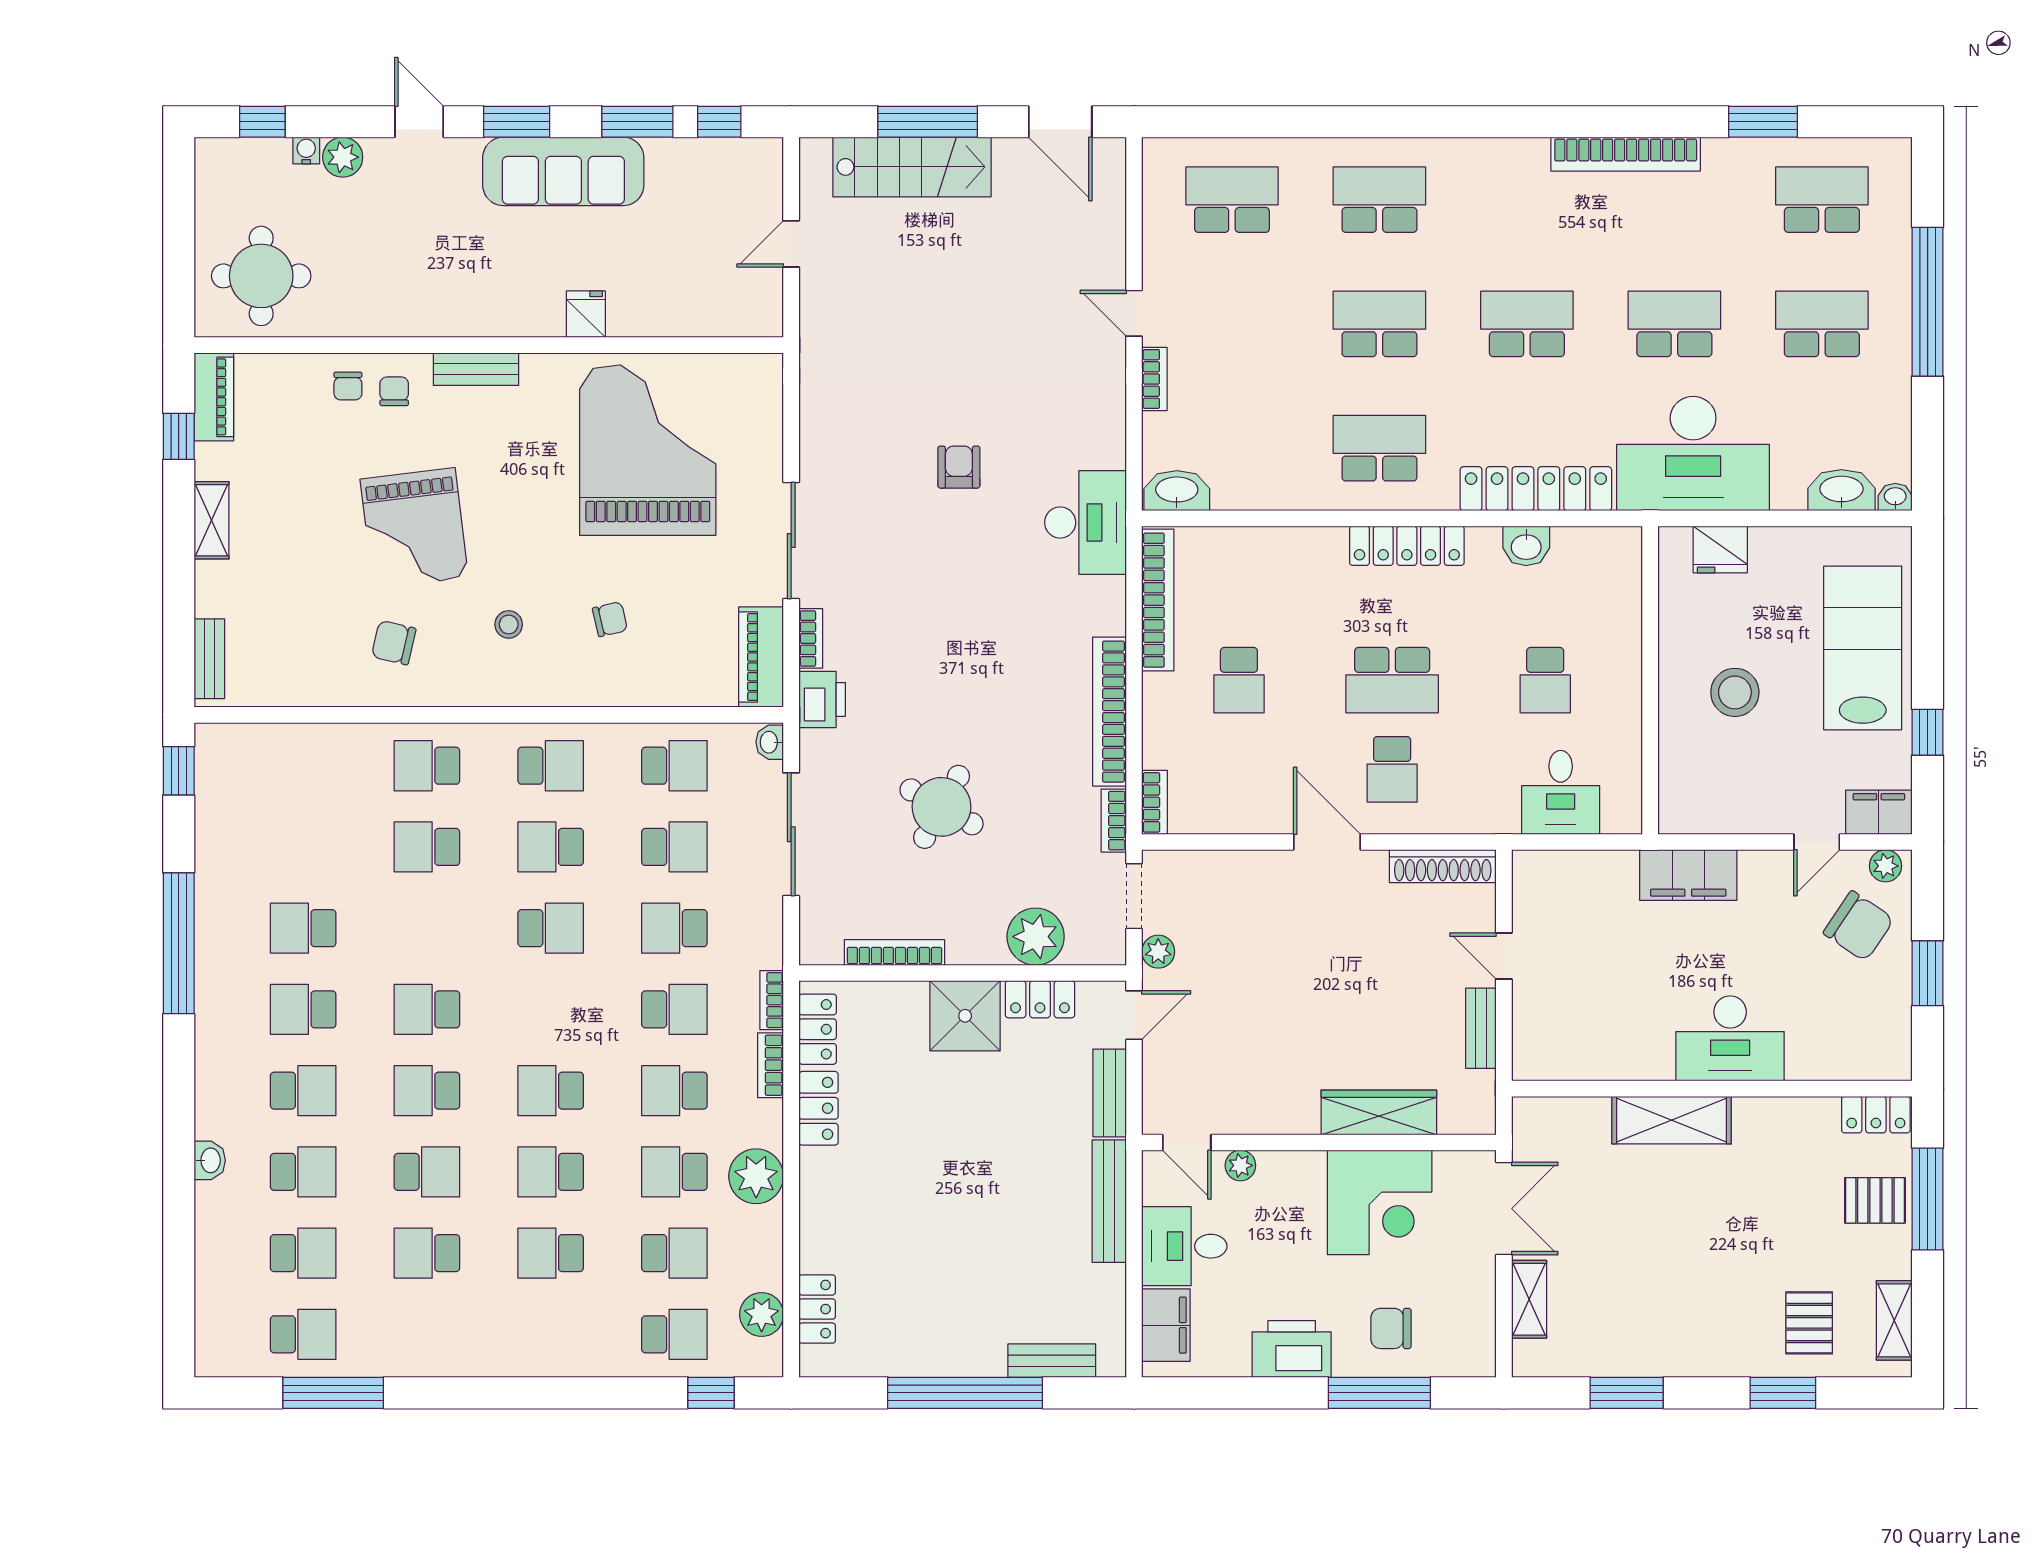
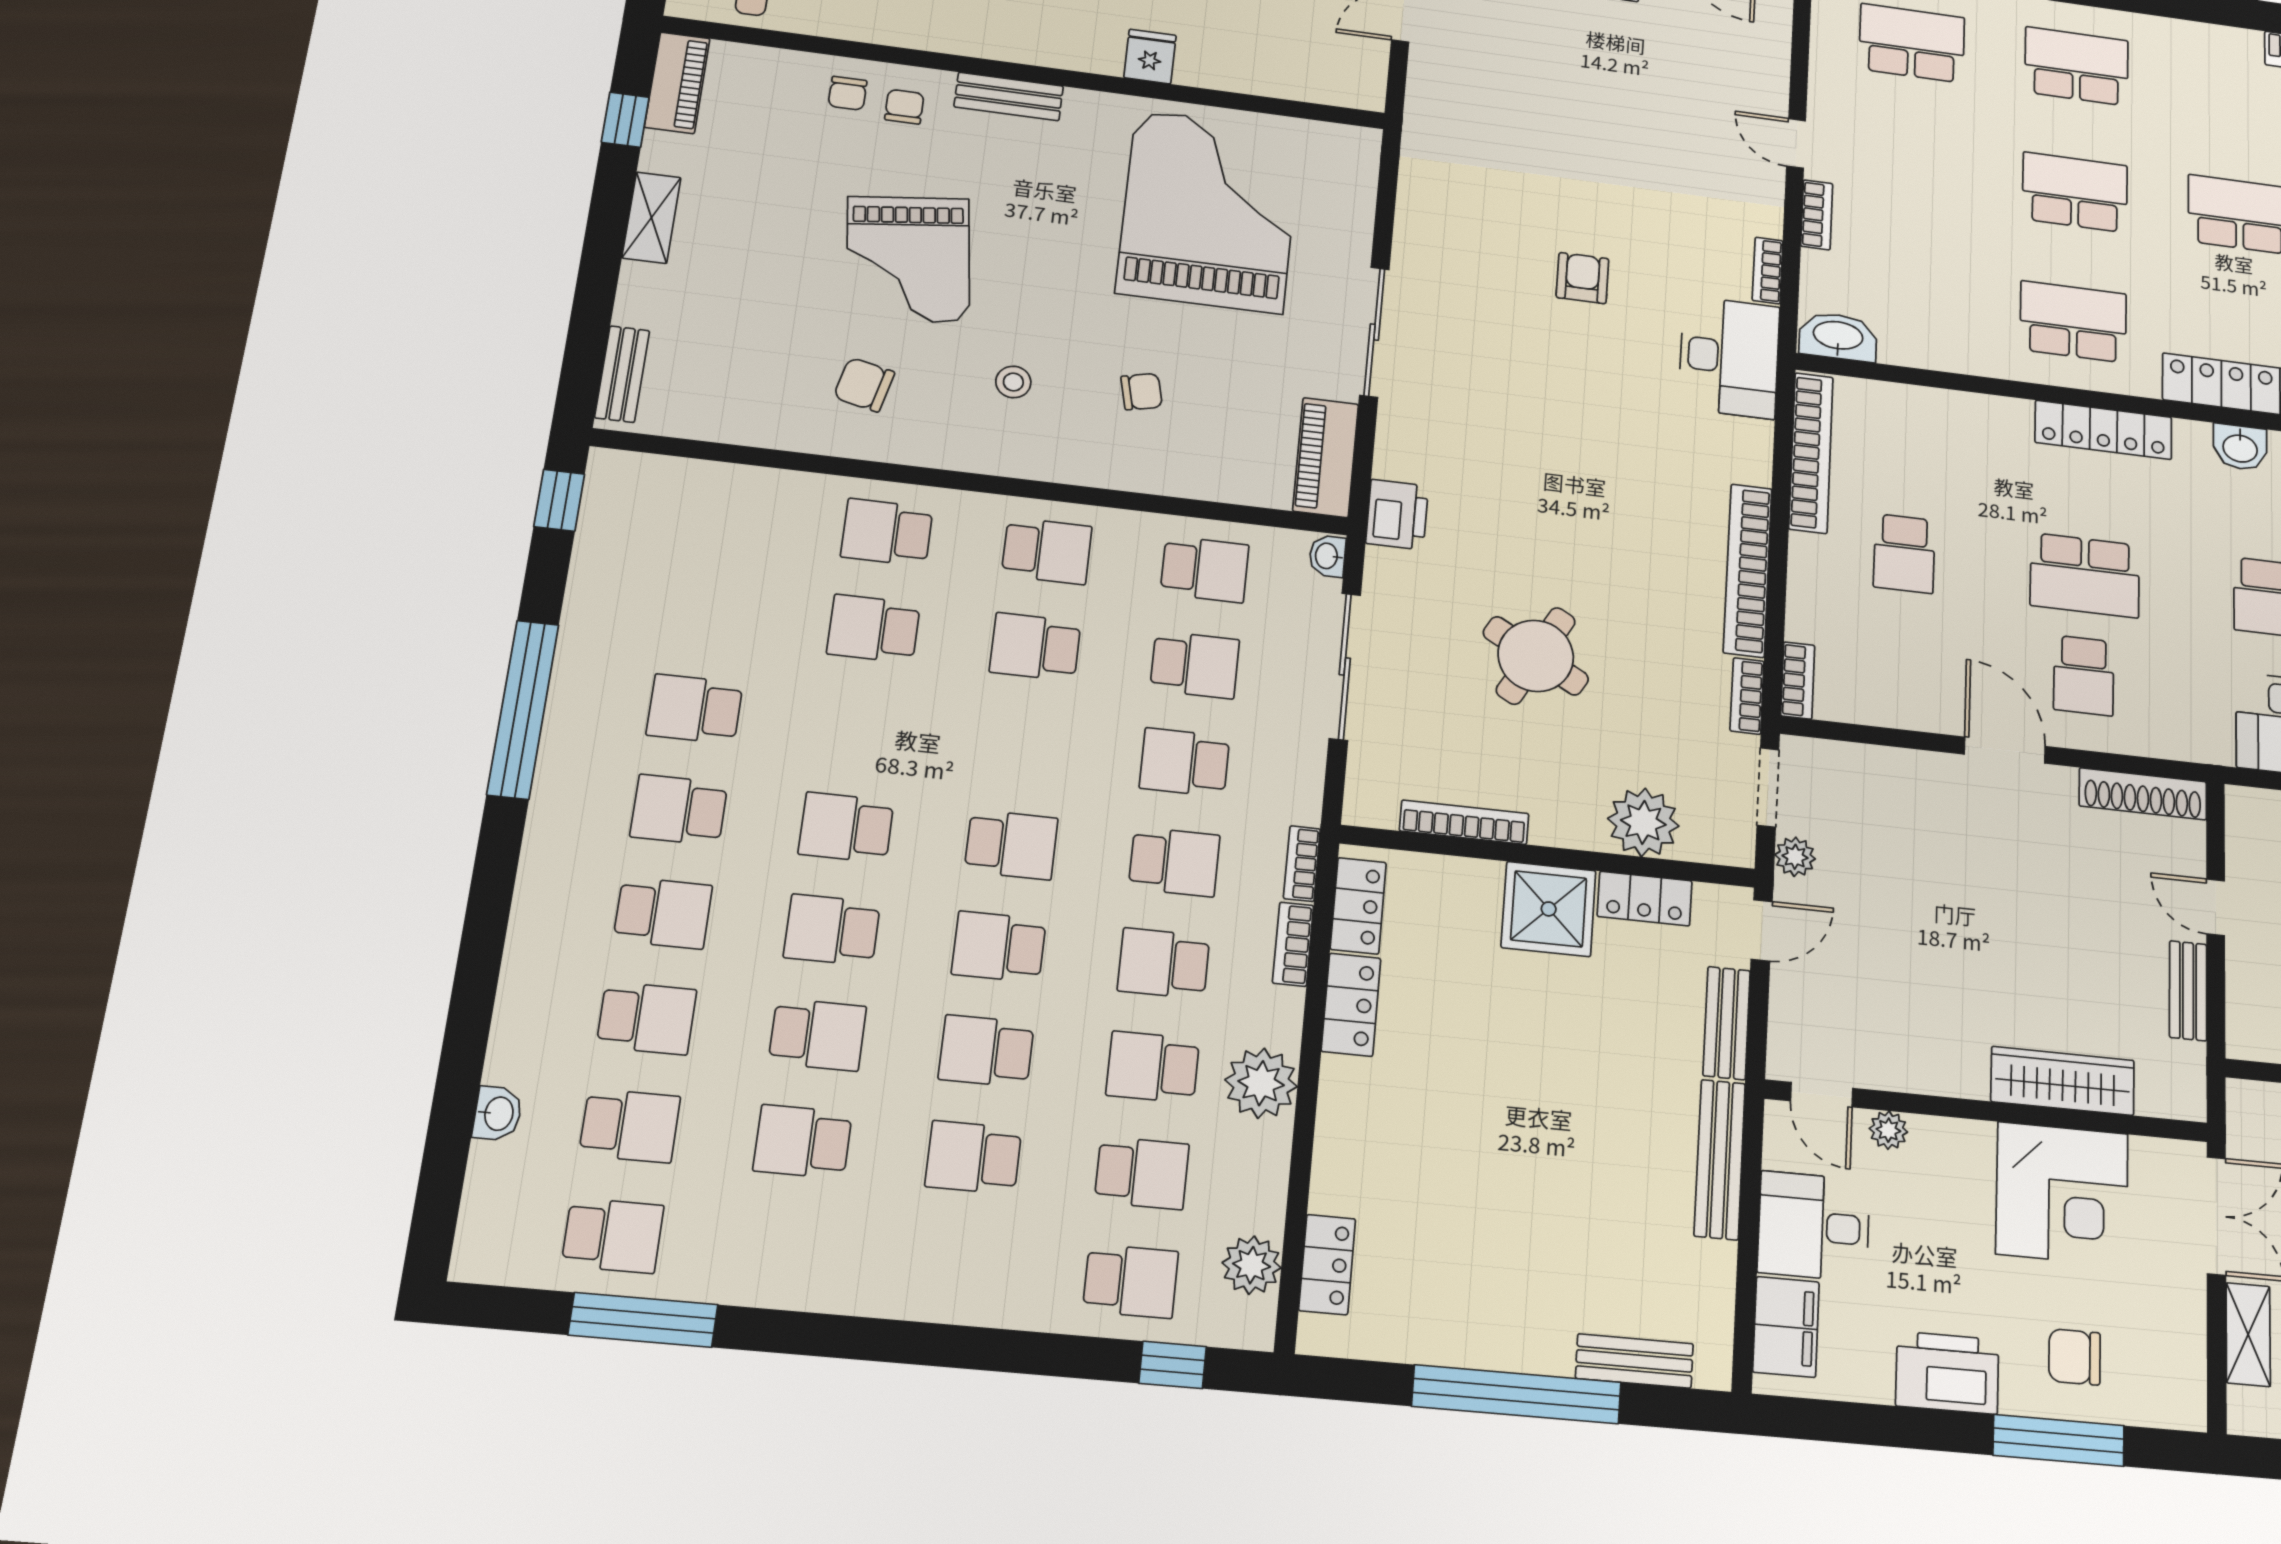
bookcase: (811, 638) -> (1768, 271), moved, turned 180
school desk: (551, 928) -> (1011, 845), moved
washbasin: (210, 1160) -> (498, 1114), moved

